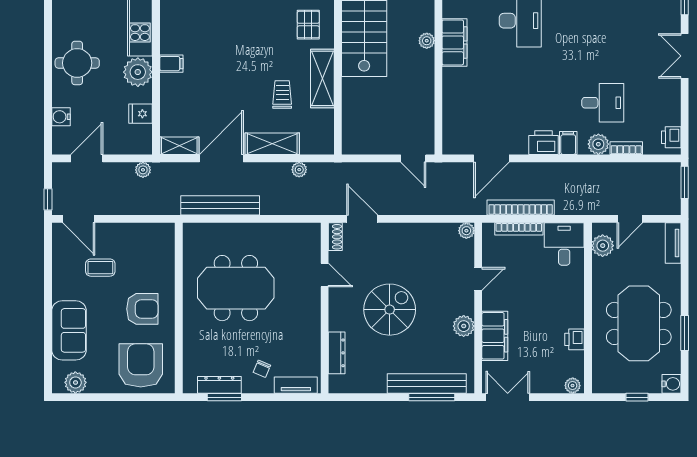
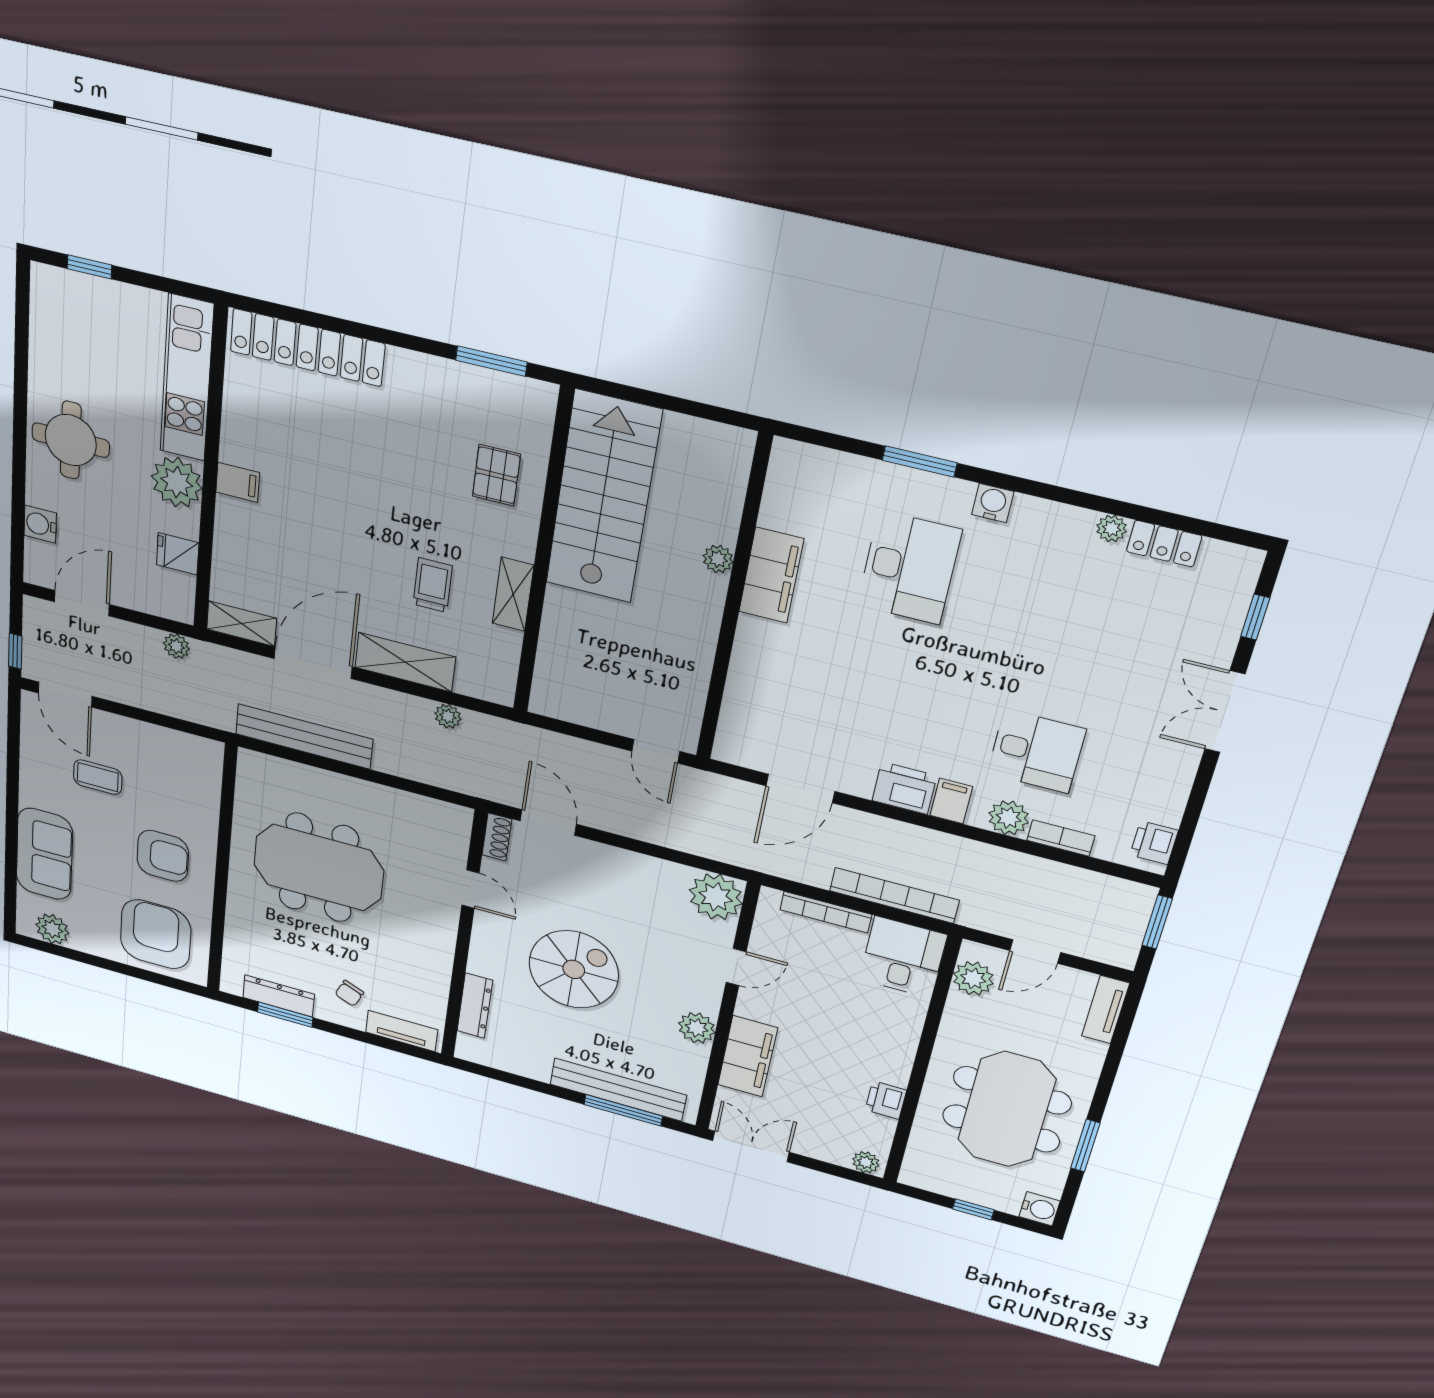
shelving: (322, 78) -> (513, 594), width x0.67, depth x0.75
bookcase: (521, 208) -> (894, 896), moved
plant: (466, 231) -> (716, 897), width x1.87, depth x1.87

